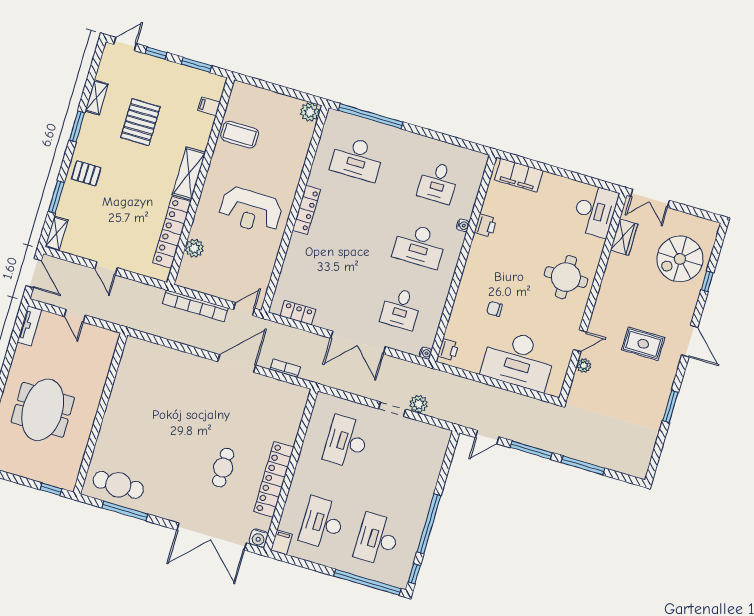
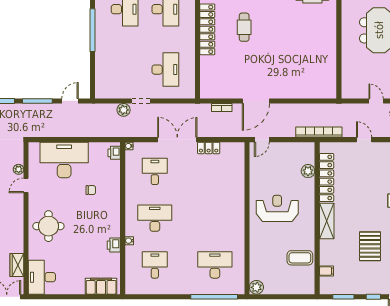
locker: (306, 210) -> (239, 220), removed
bookcase: (195, 306) -> (319, 132), moved
locker: (298, 313) -> (209, 148), moved

